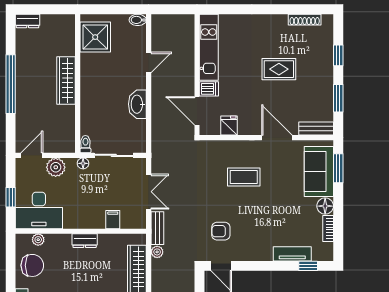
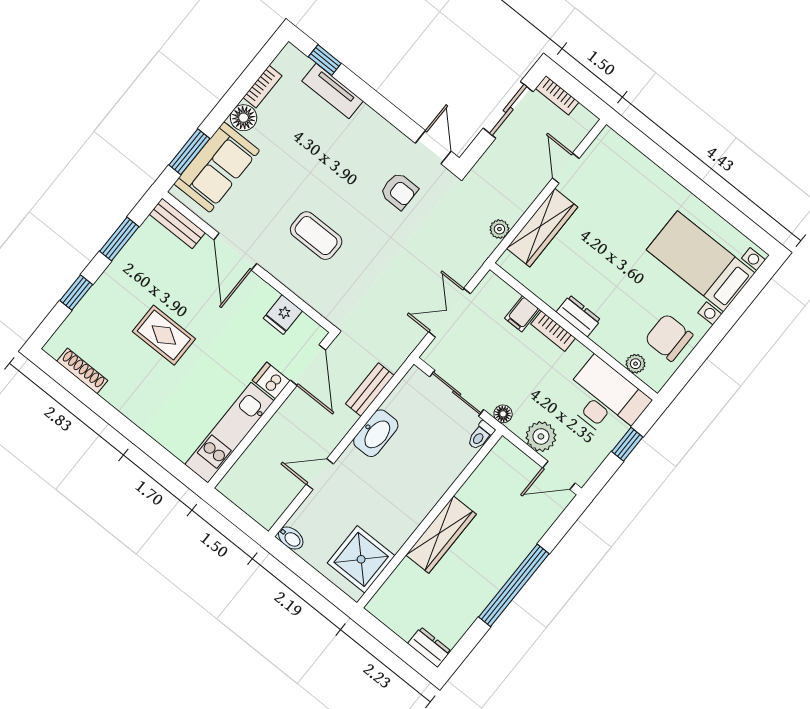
bookcase: (91, 223) -> (553, 331), added
bench: (157, 228) -> (370, 390), moved

